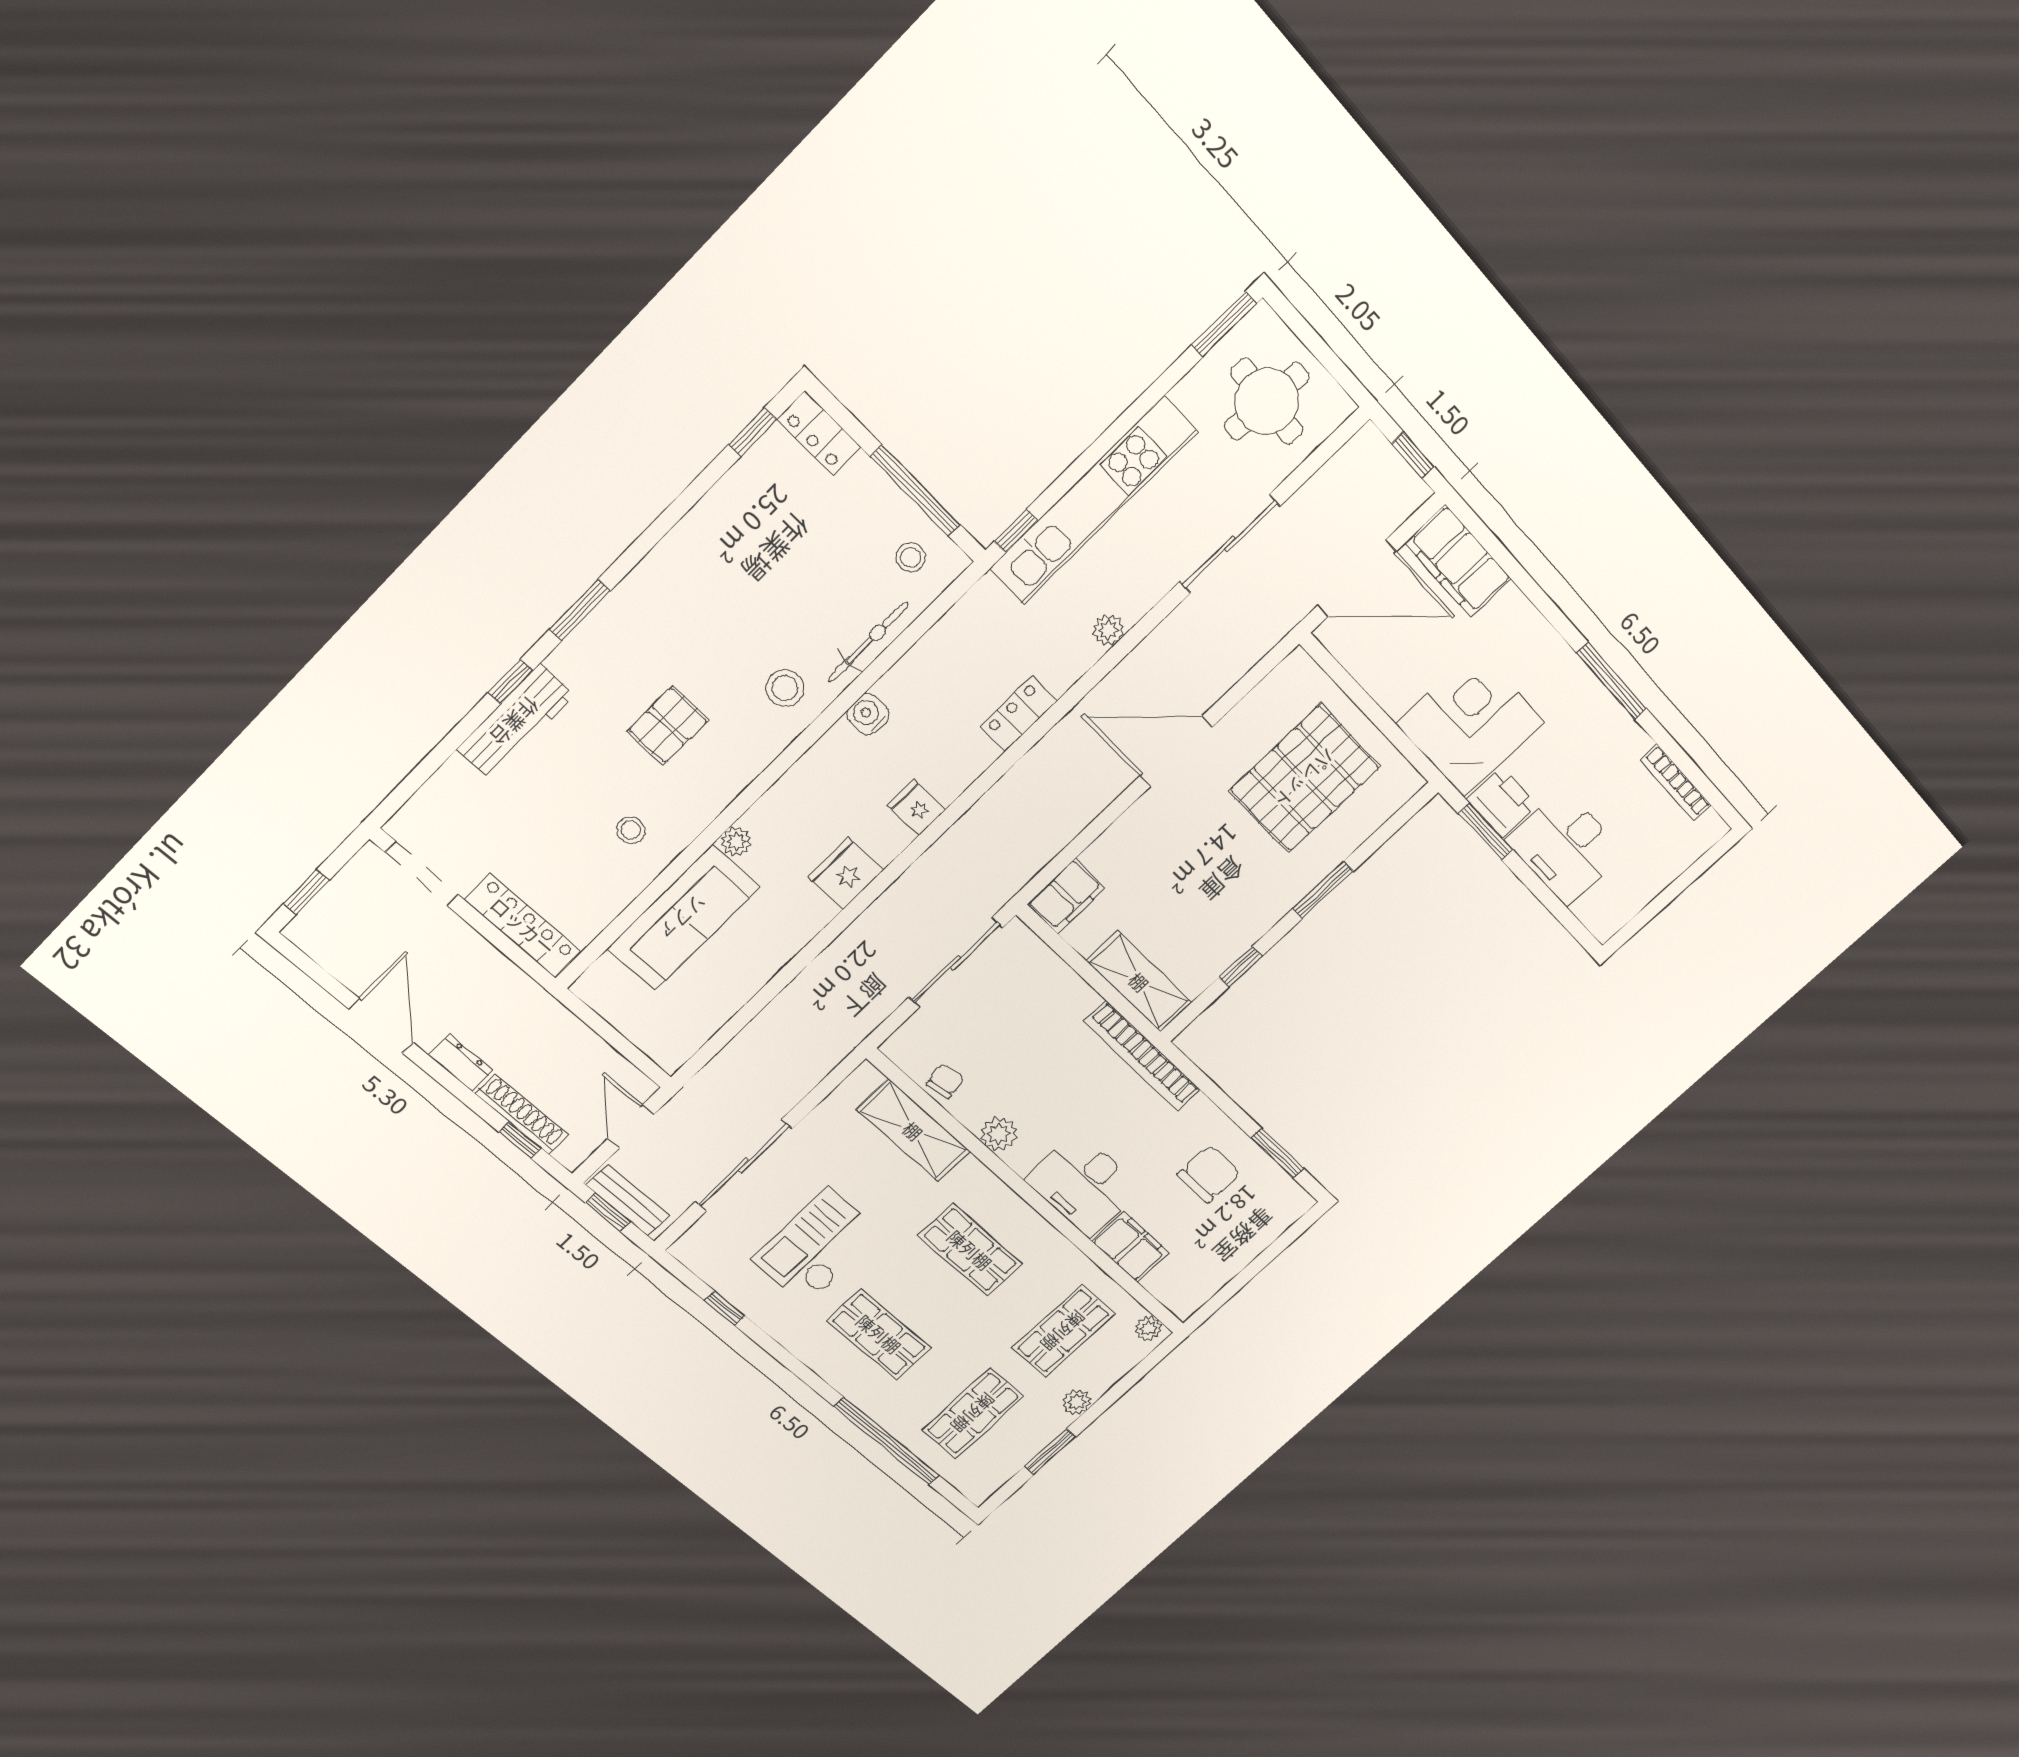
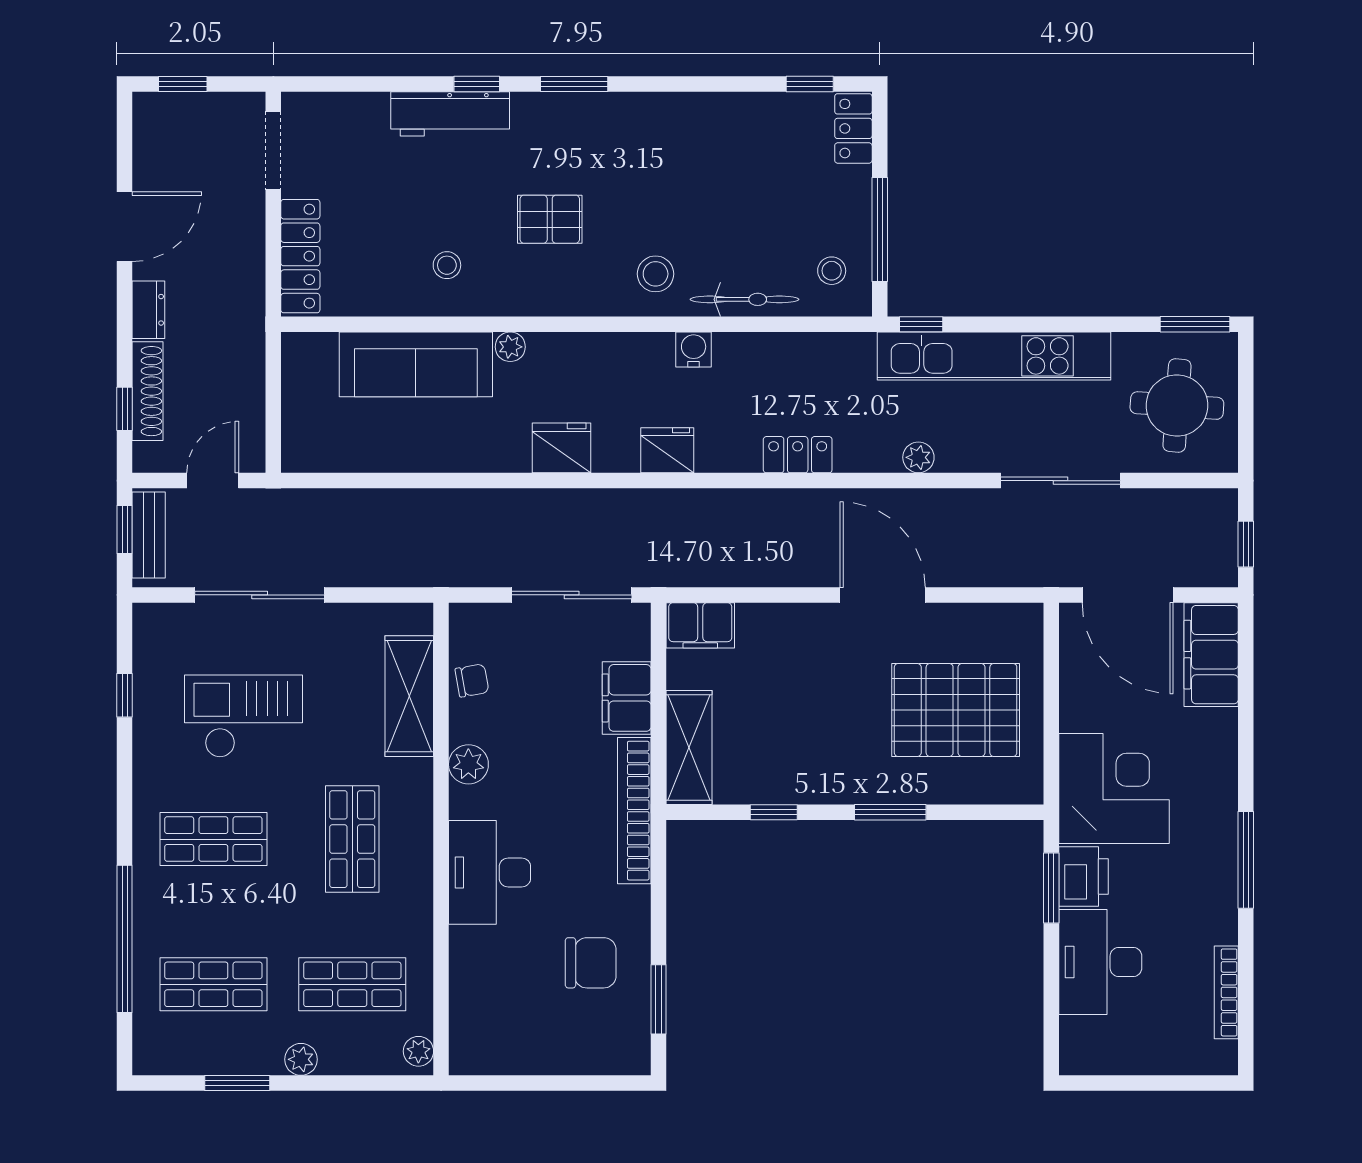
fridge: (917, 807) -> (667, 450), width x1.38
filing cabinet: (1130, 1247) -> (627, 698), moved, turned 180
shop shelf: (879, 1334) -> (213, 839), turned 90

